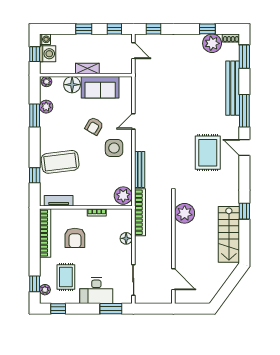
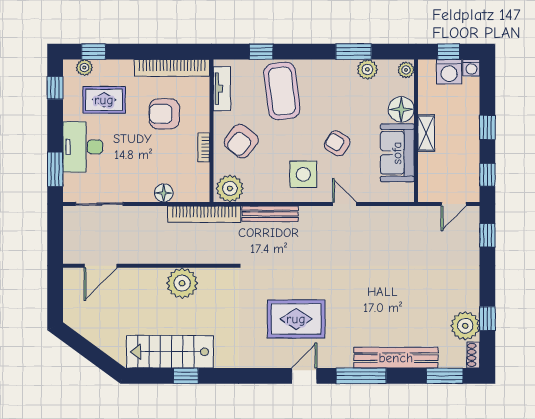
armchair: (93, 188) -> (241, 141), added
window: (244, 211) -> (186, 376), moved
plant: (185, 213) -> (182, 283), moved

